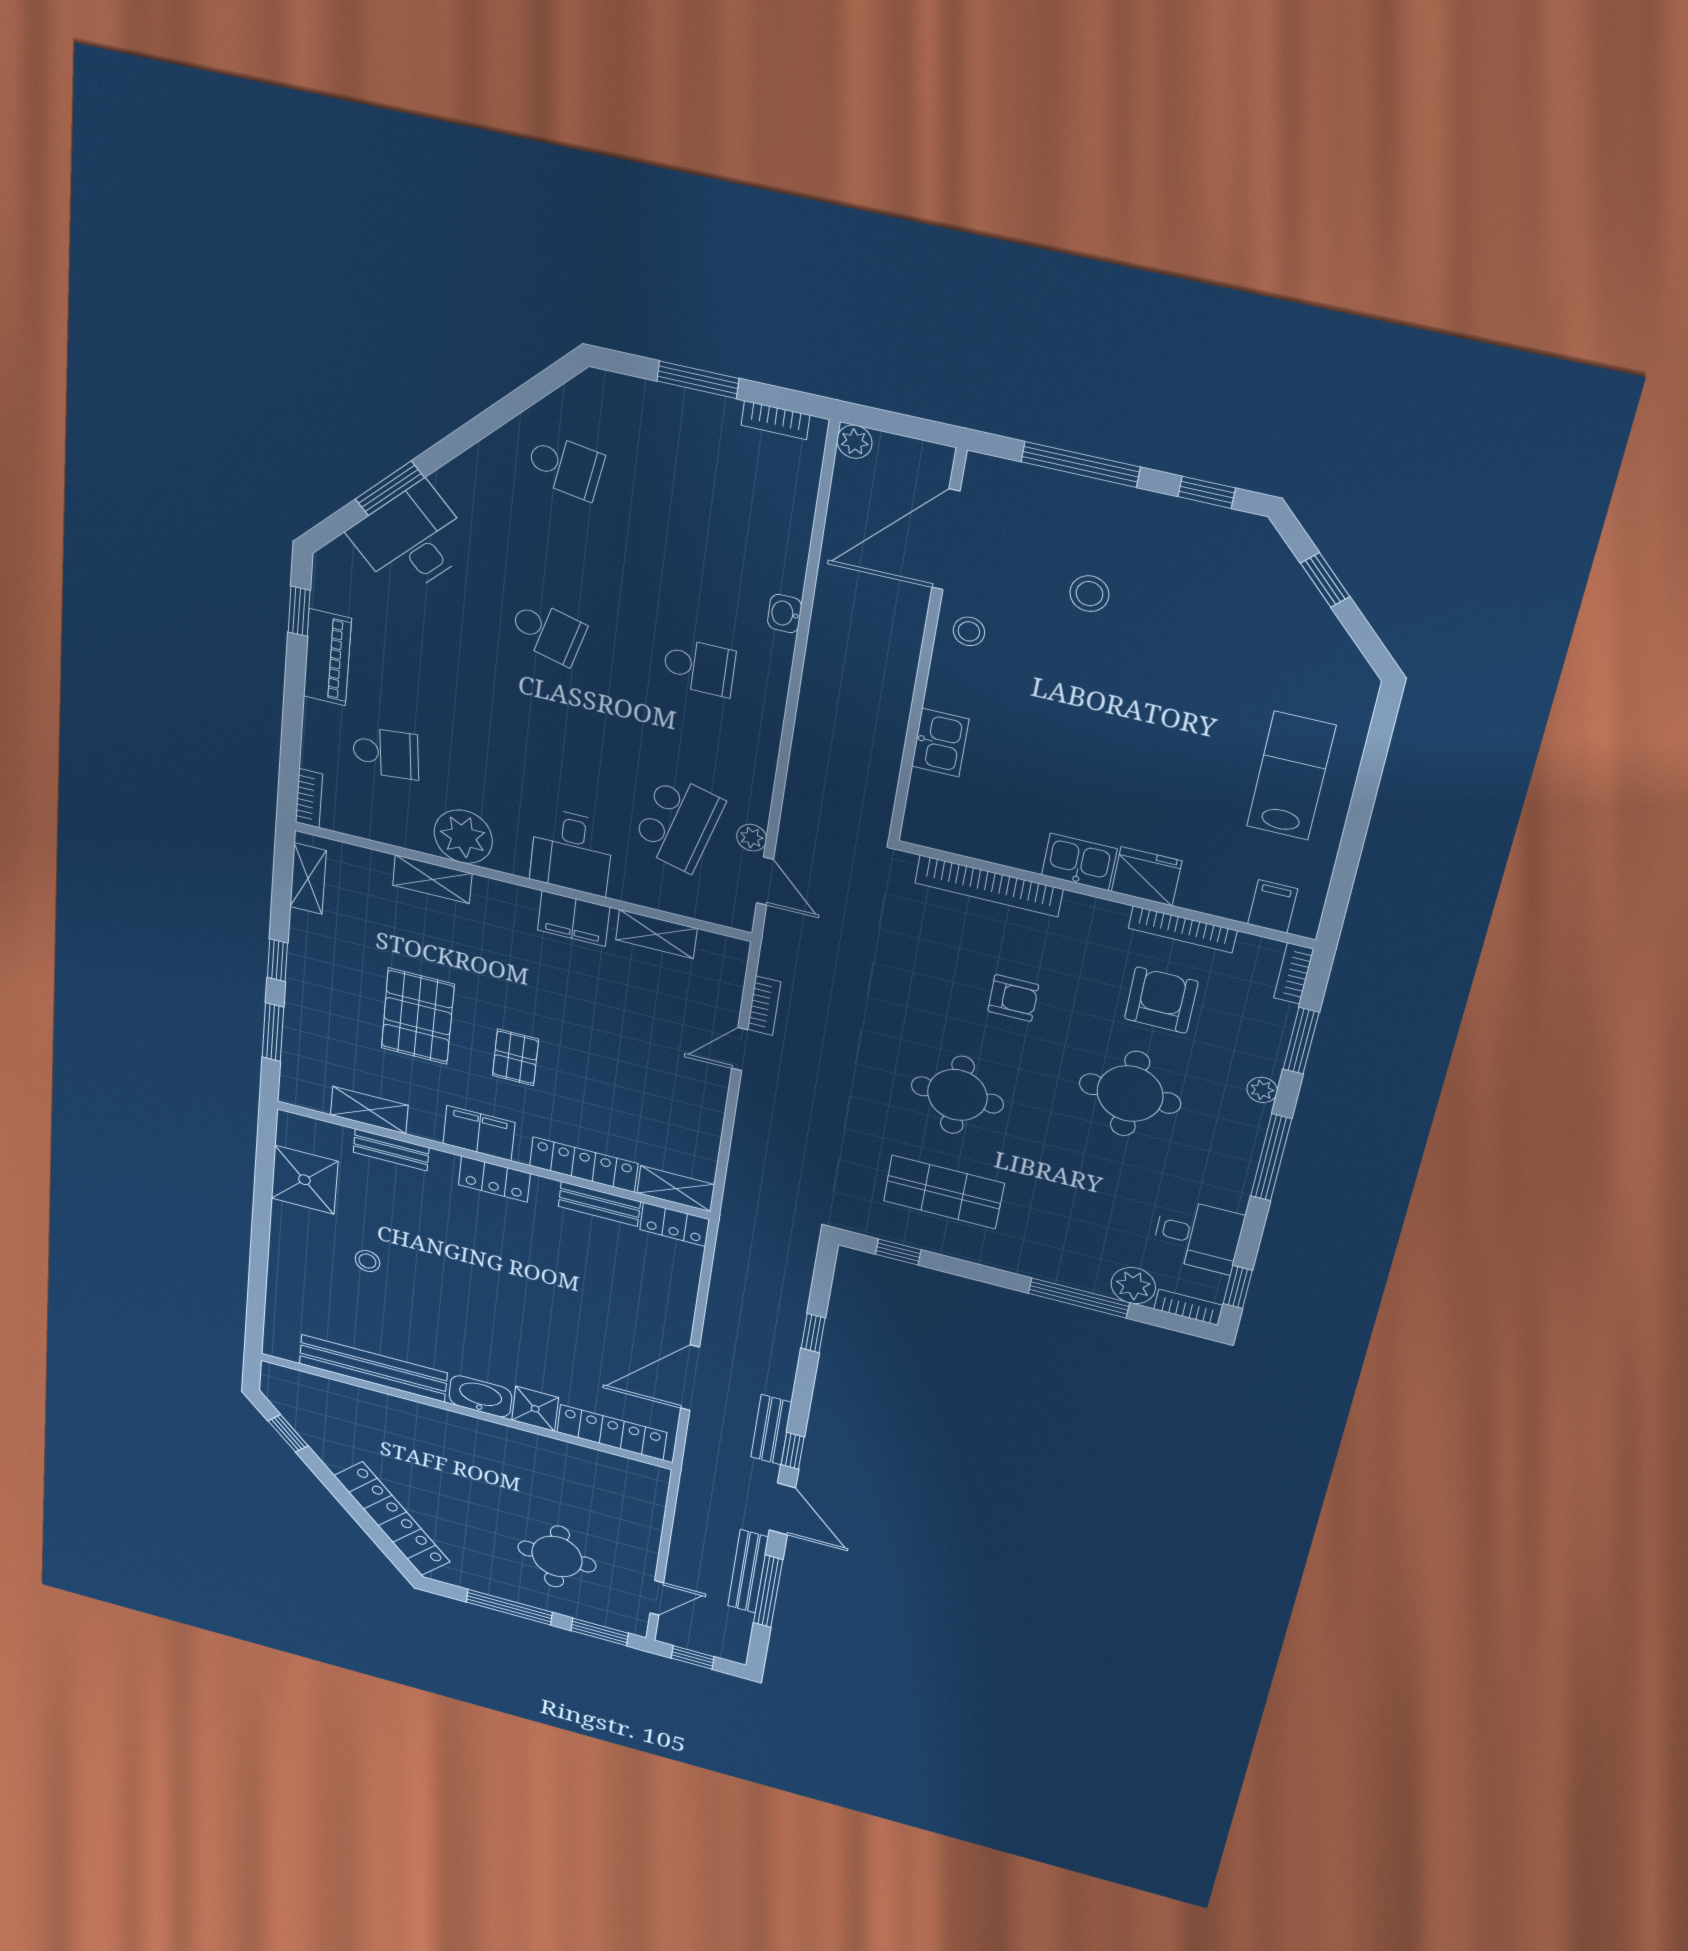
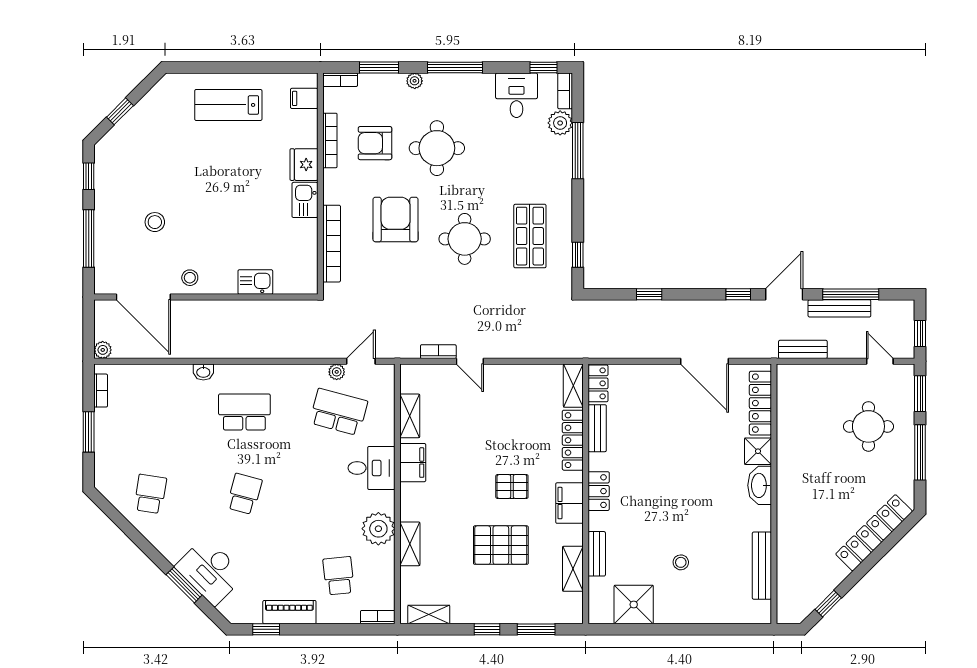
school desk: (699, 667) -> (244, 412), width x1.85
armchair: (1013, 998) -> (396, 220), width x1.88, depth x1.88
bench: (373, 1368) -> (762, 566), width x0.73, depth x0.82
bench: (771, 1430) -> (803, 349), moved

